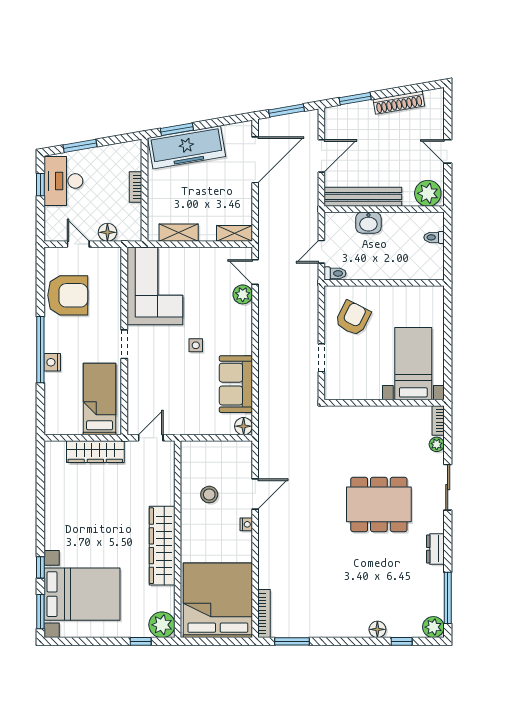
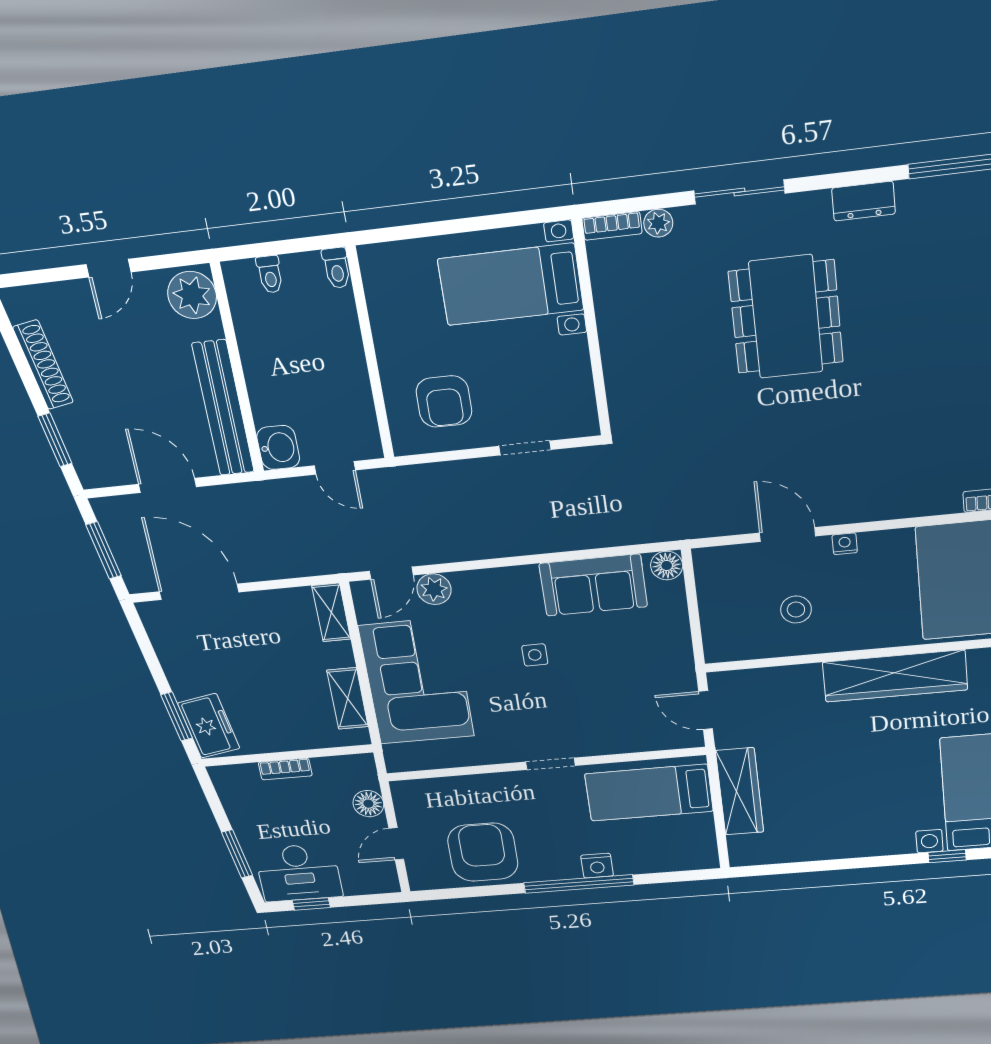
freezer: (187, 147) -> (209, 726), width x0.52, depth x0.79
washbasin: (368, 223) -> (278, 447), moved
toilet: (335, 273) -> (337, 268), moved, turned 180
corner sofa: (155, 286) -> (416, 681), moved, turned 90
armchair: (353, 318) -> (444, 401), turned -117

